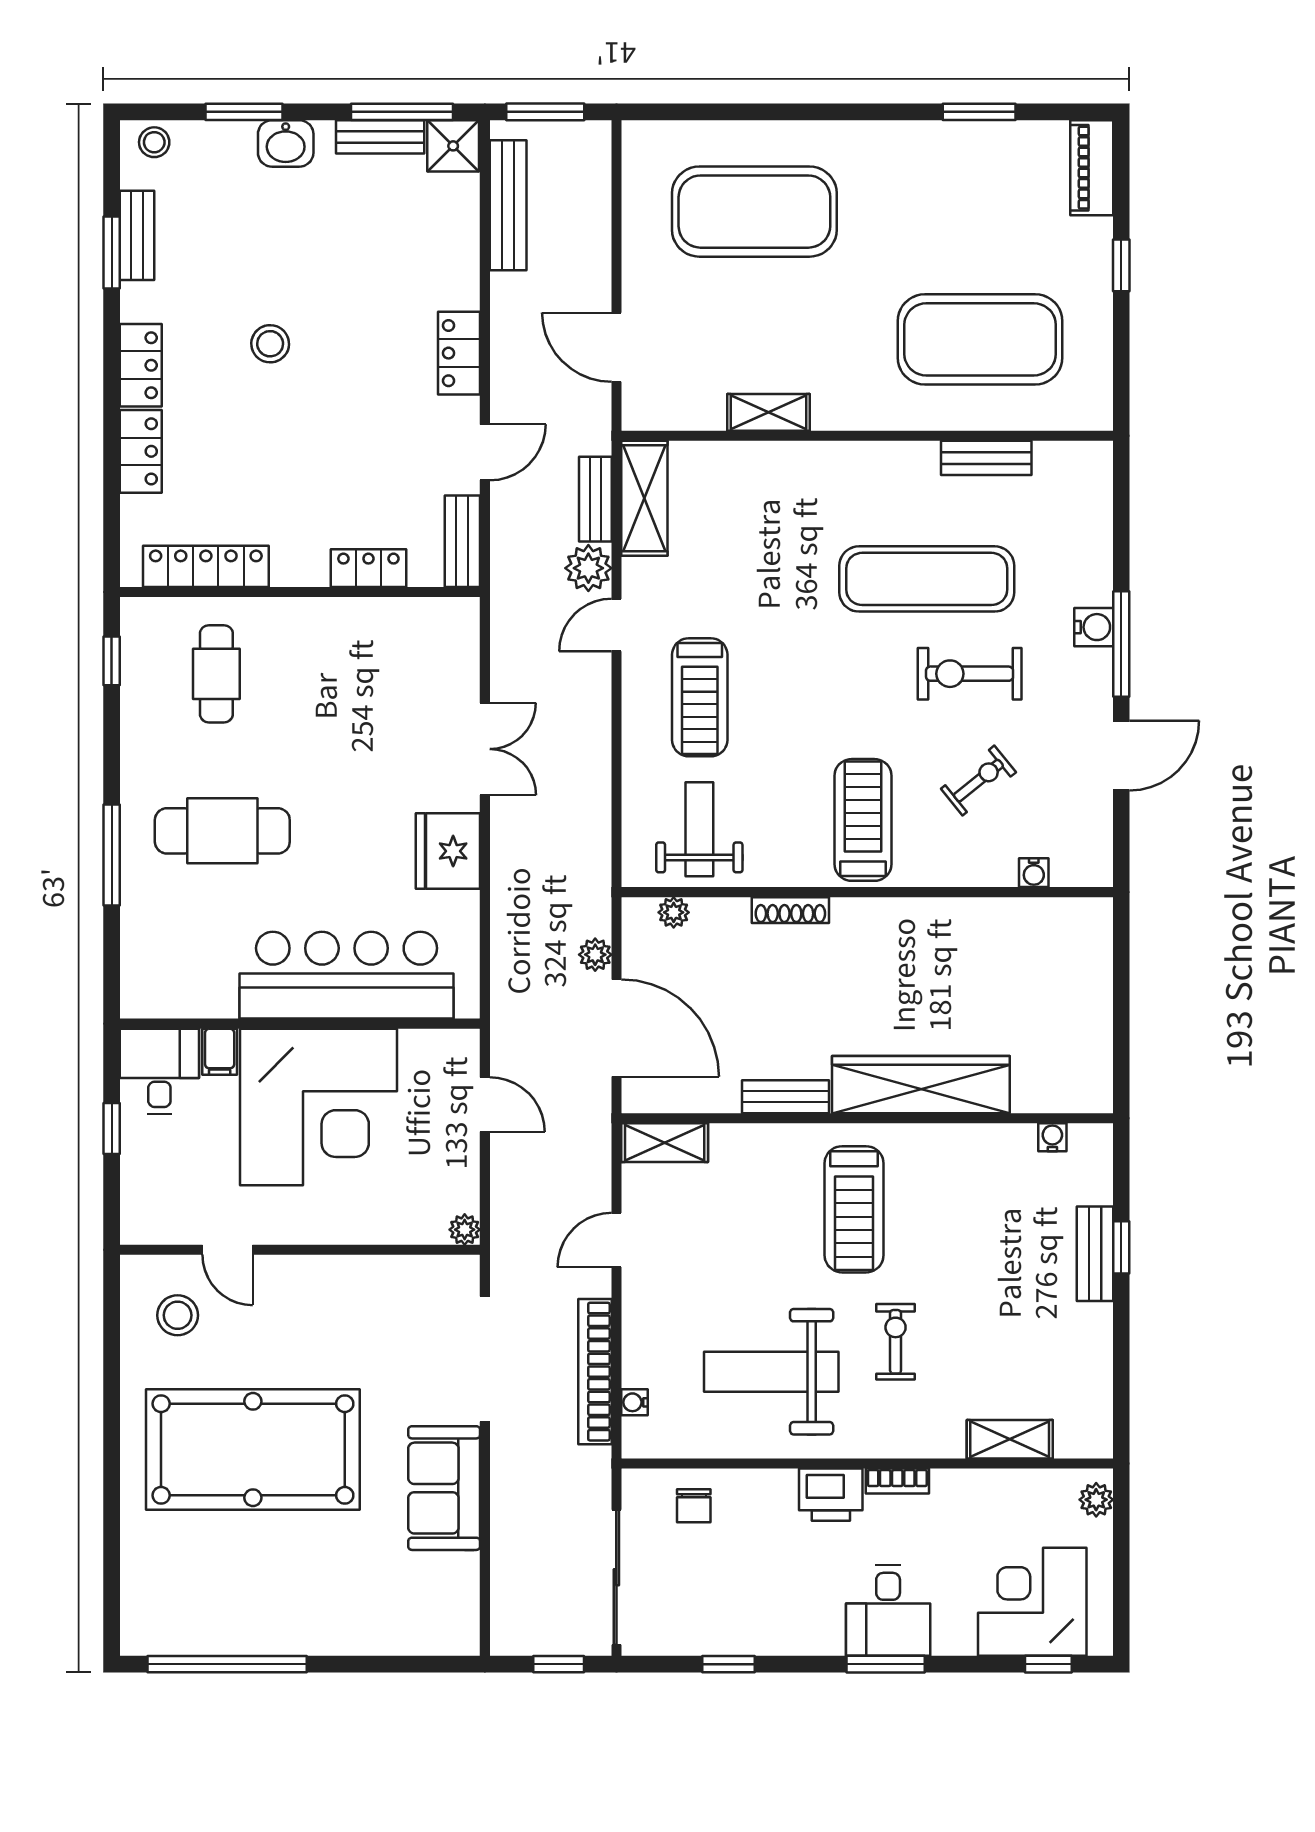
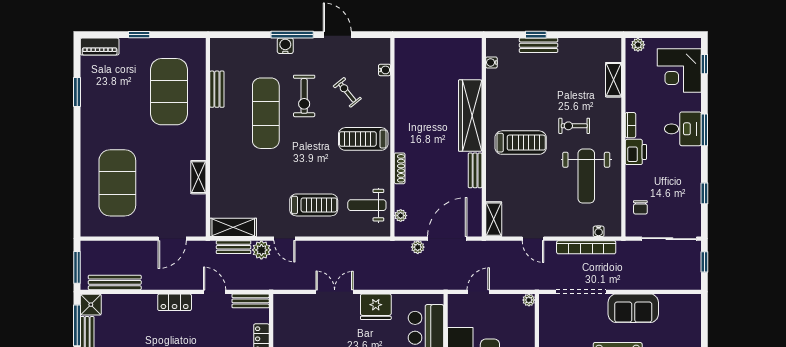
chair: (694, 1506) -> (640, 207), turned 90

